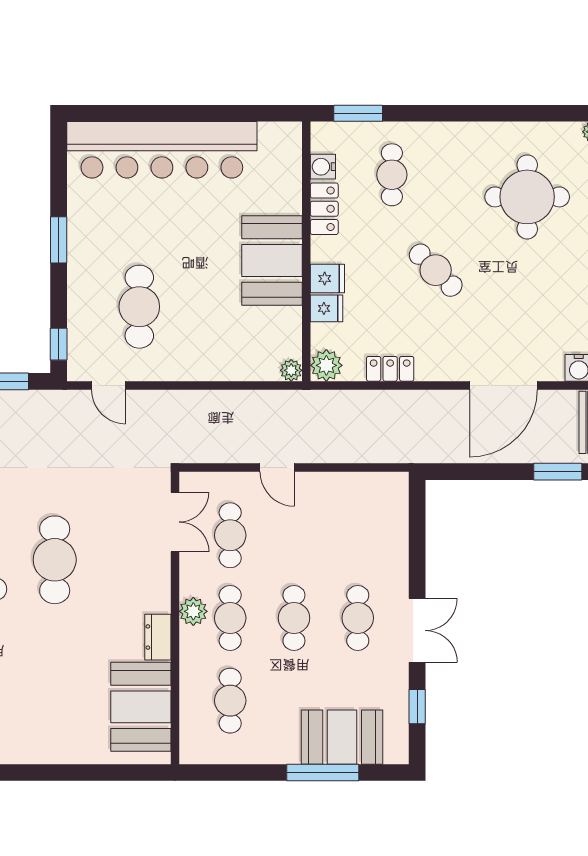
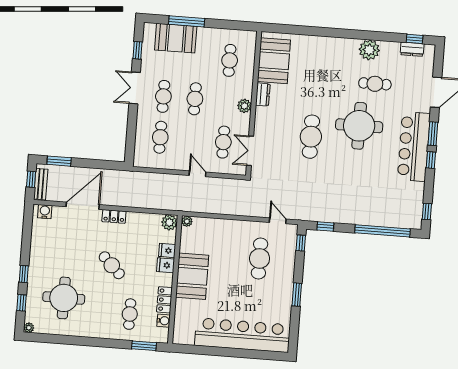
locker: (390, 369) -> (114, 216), moved
cafe table: (230, 618) -> (160, 137), moved

